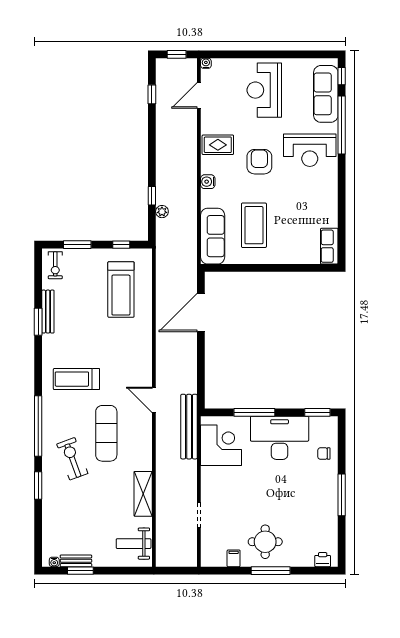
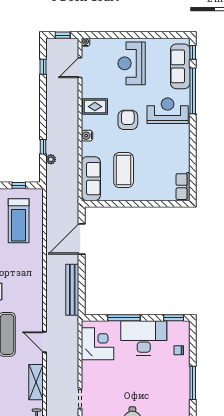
reception desk: (310, 150) -> (168, 111), turned 180
door: (154, 400) -> (45, 342), moved
bench: (189, 427) -> (72, 290), moved

